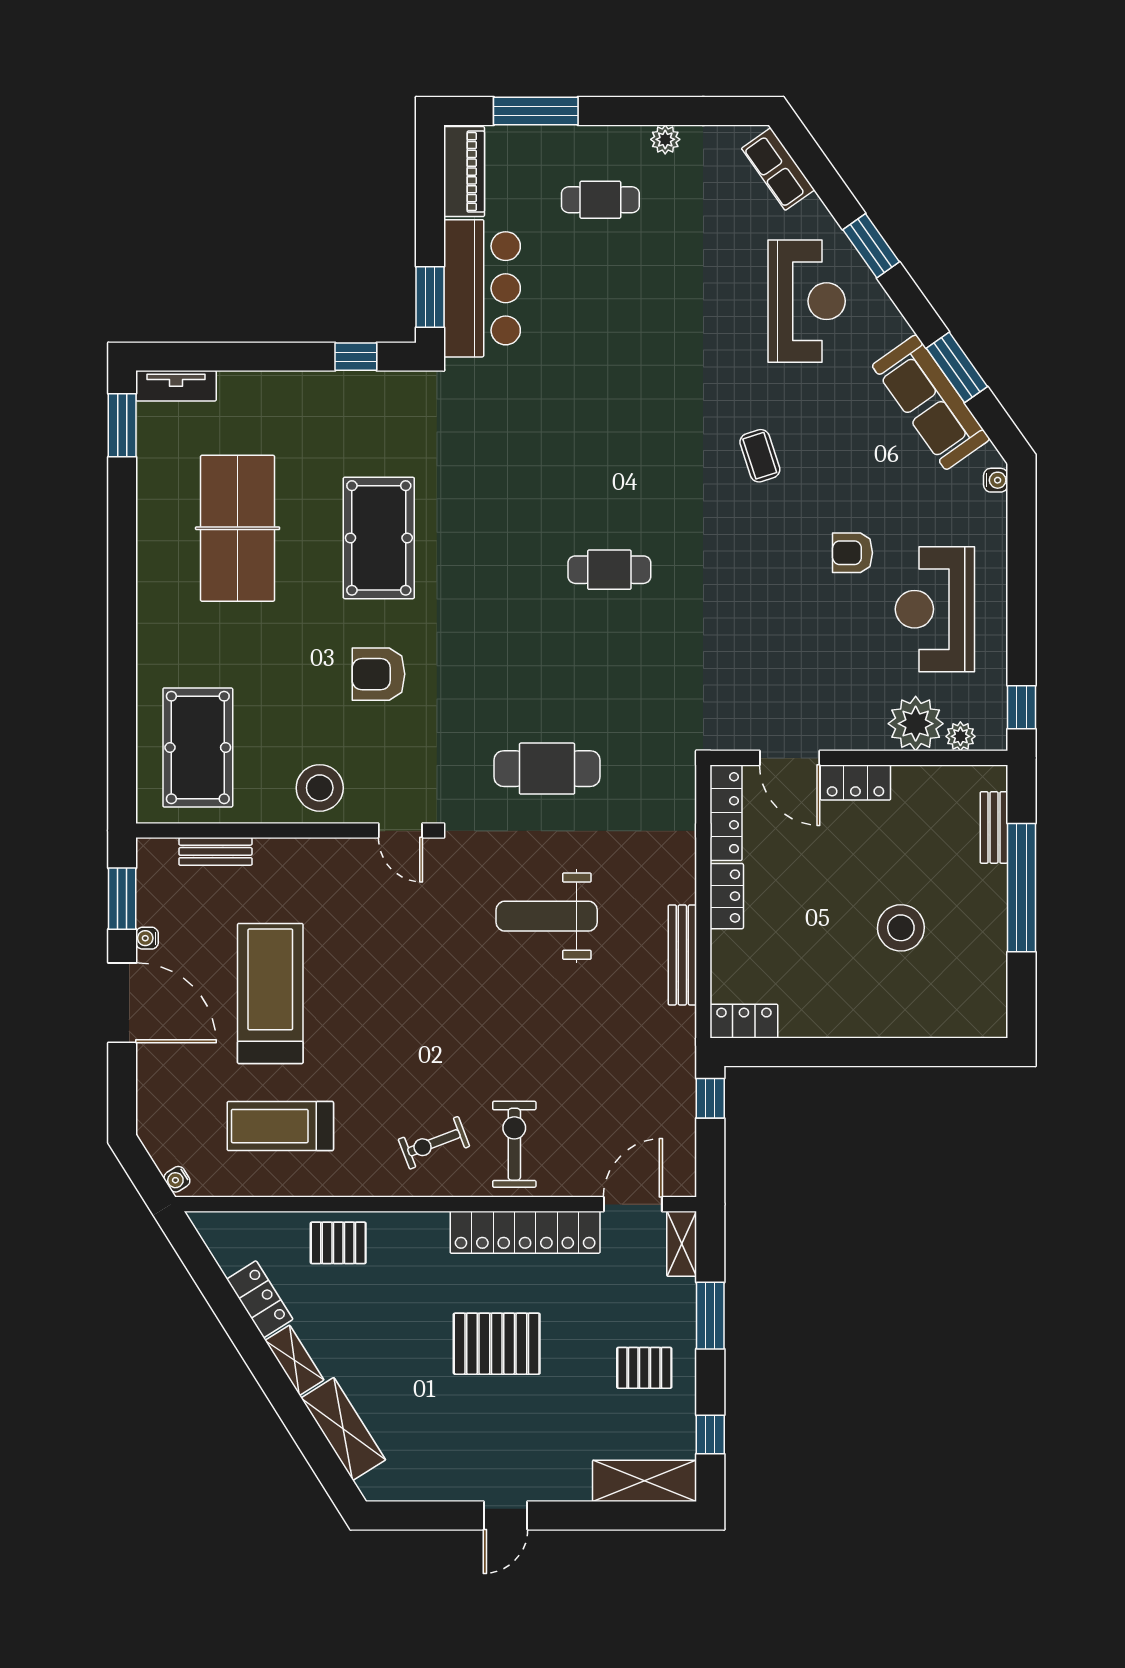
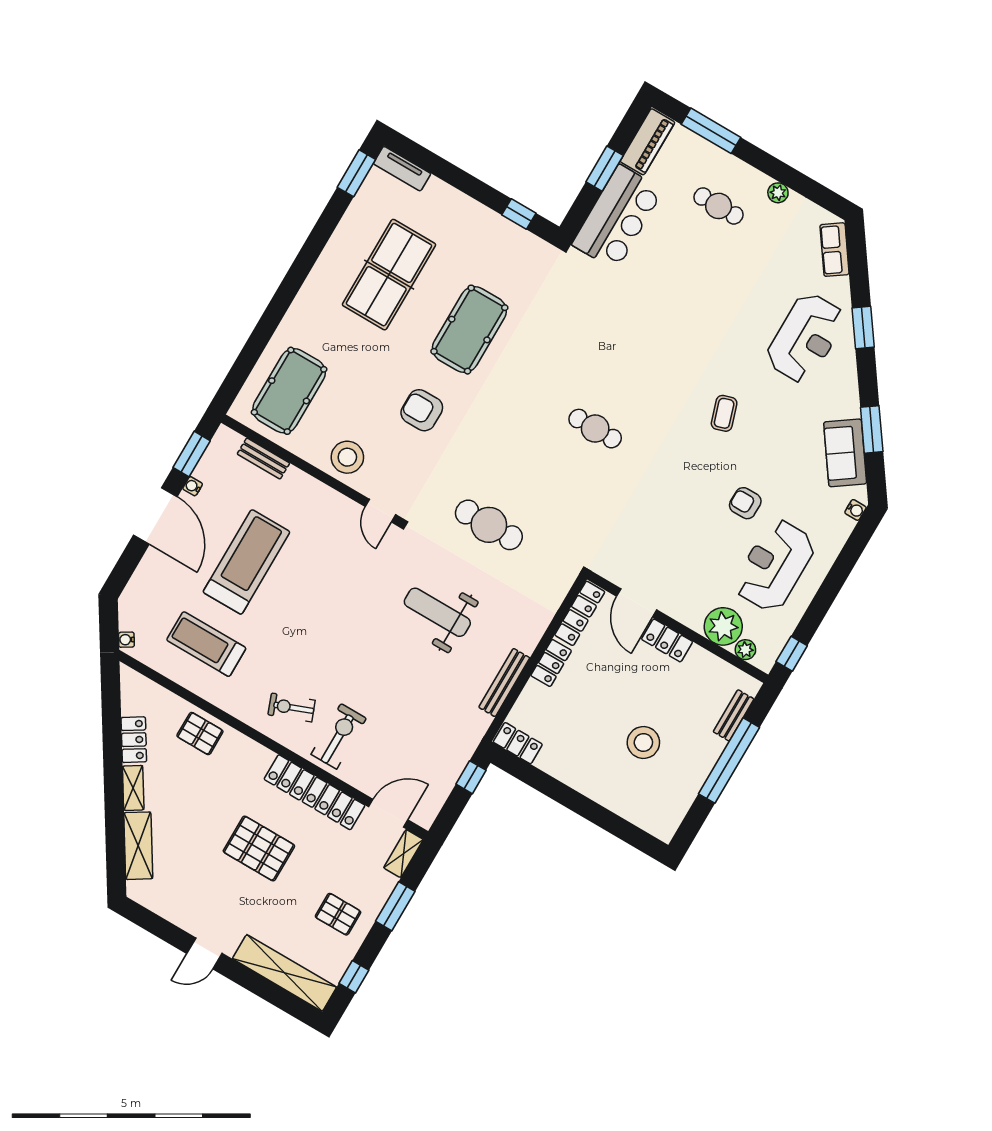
window: (430, 297) -> (605, 169), moved
sofa: (931, 402) -> (845, 453), width x0.73
shelving: (644, 1481) -> (284, 973), width x1.47

